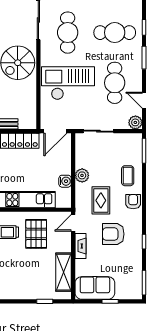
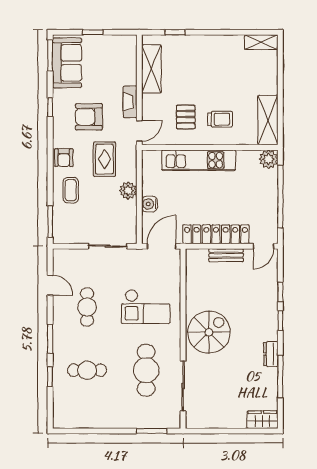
cafe table: (115, 33) -> (87, 370), width x0.73, depth x0.74
checkout: (68, 83) -> (146, 307), width x0.73, depth x0.83
cafe table: (115, 83) -> (87, 307), width x0.73, depth x0.74
plant: (135, 122) -> (61, 257), removed
water cooler: (65, 181) -> (149, 204), moved
pallet: (36, 234) -> (186, 117), width x0.67, depth x0.71
armchair: (113, 234) -> (89, 117), turned 180
sofa: (95, 288) -> (67, 63), moved, turned -90

